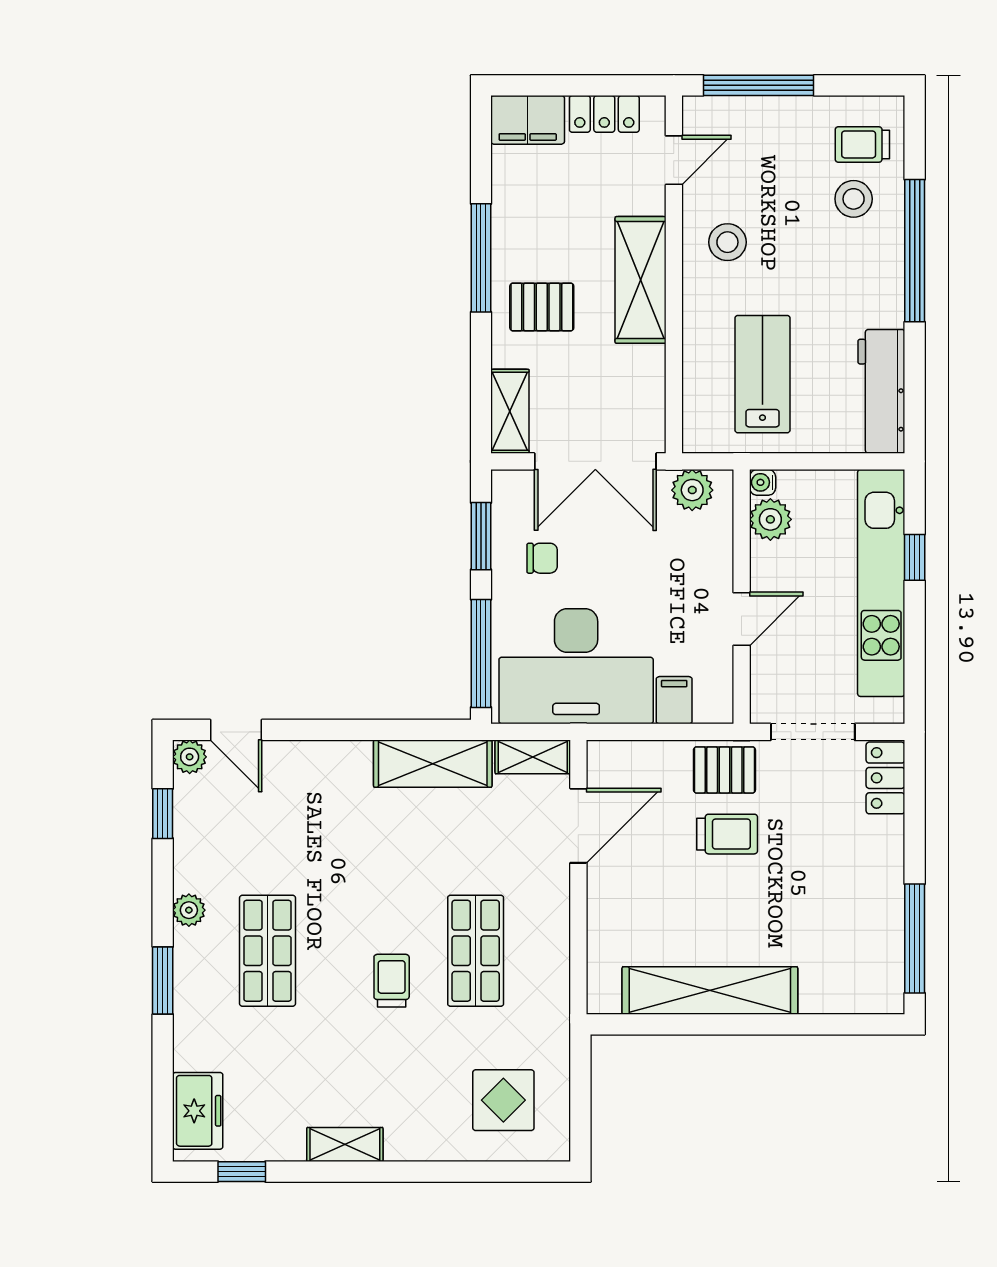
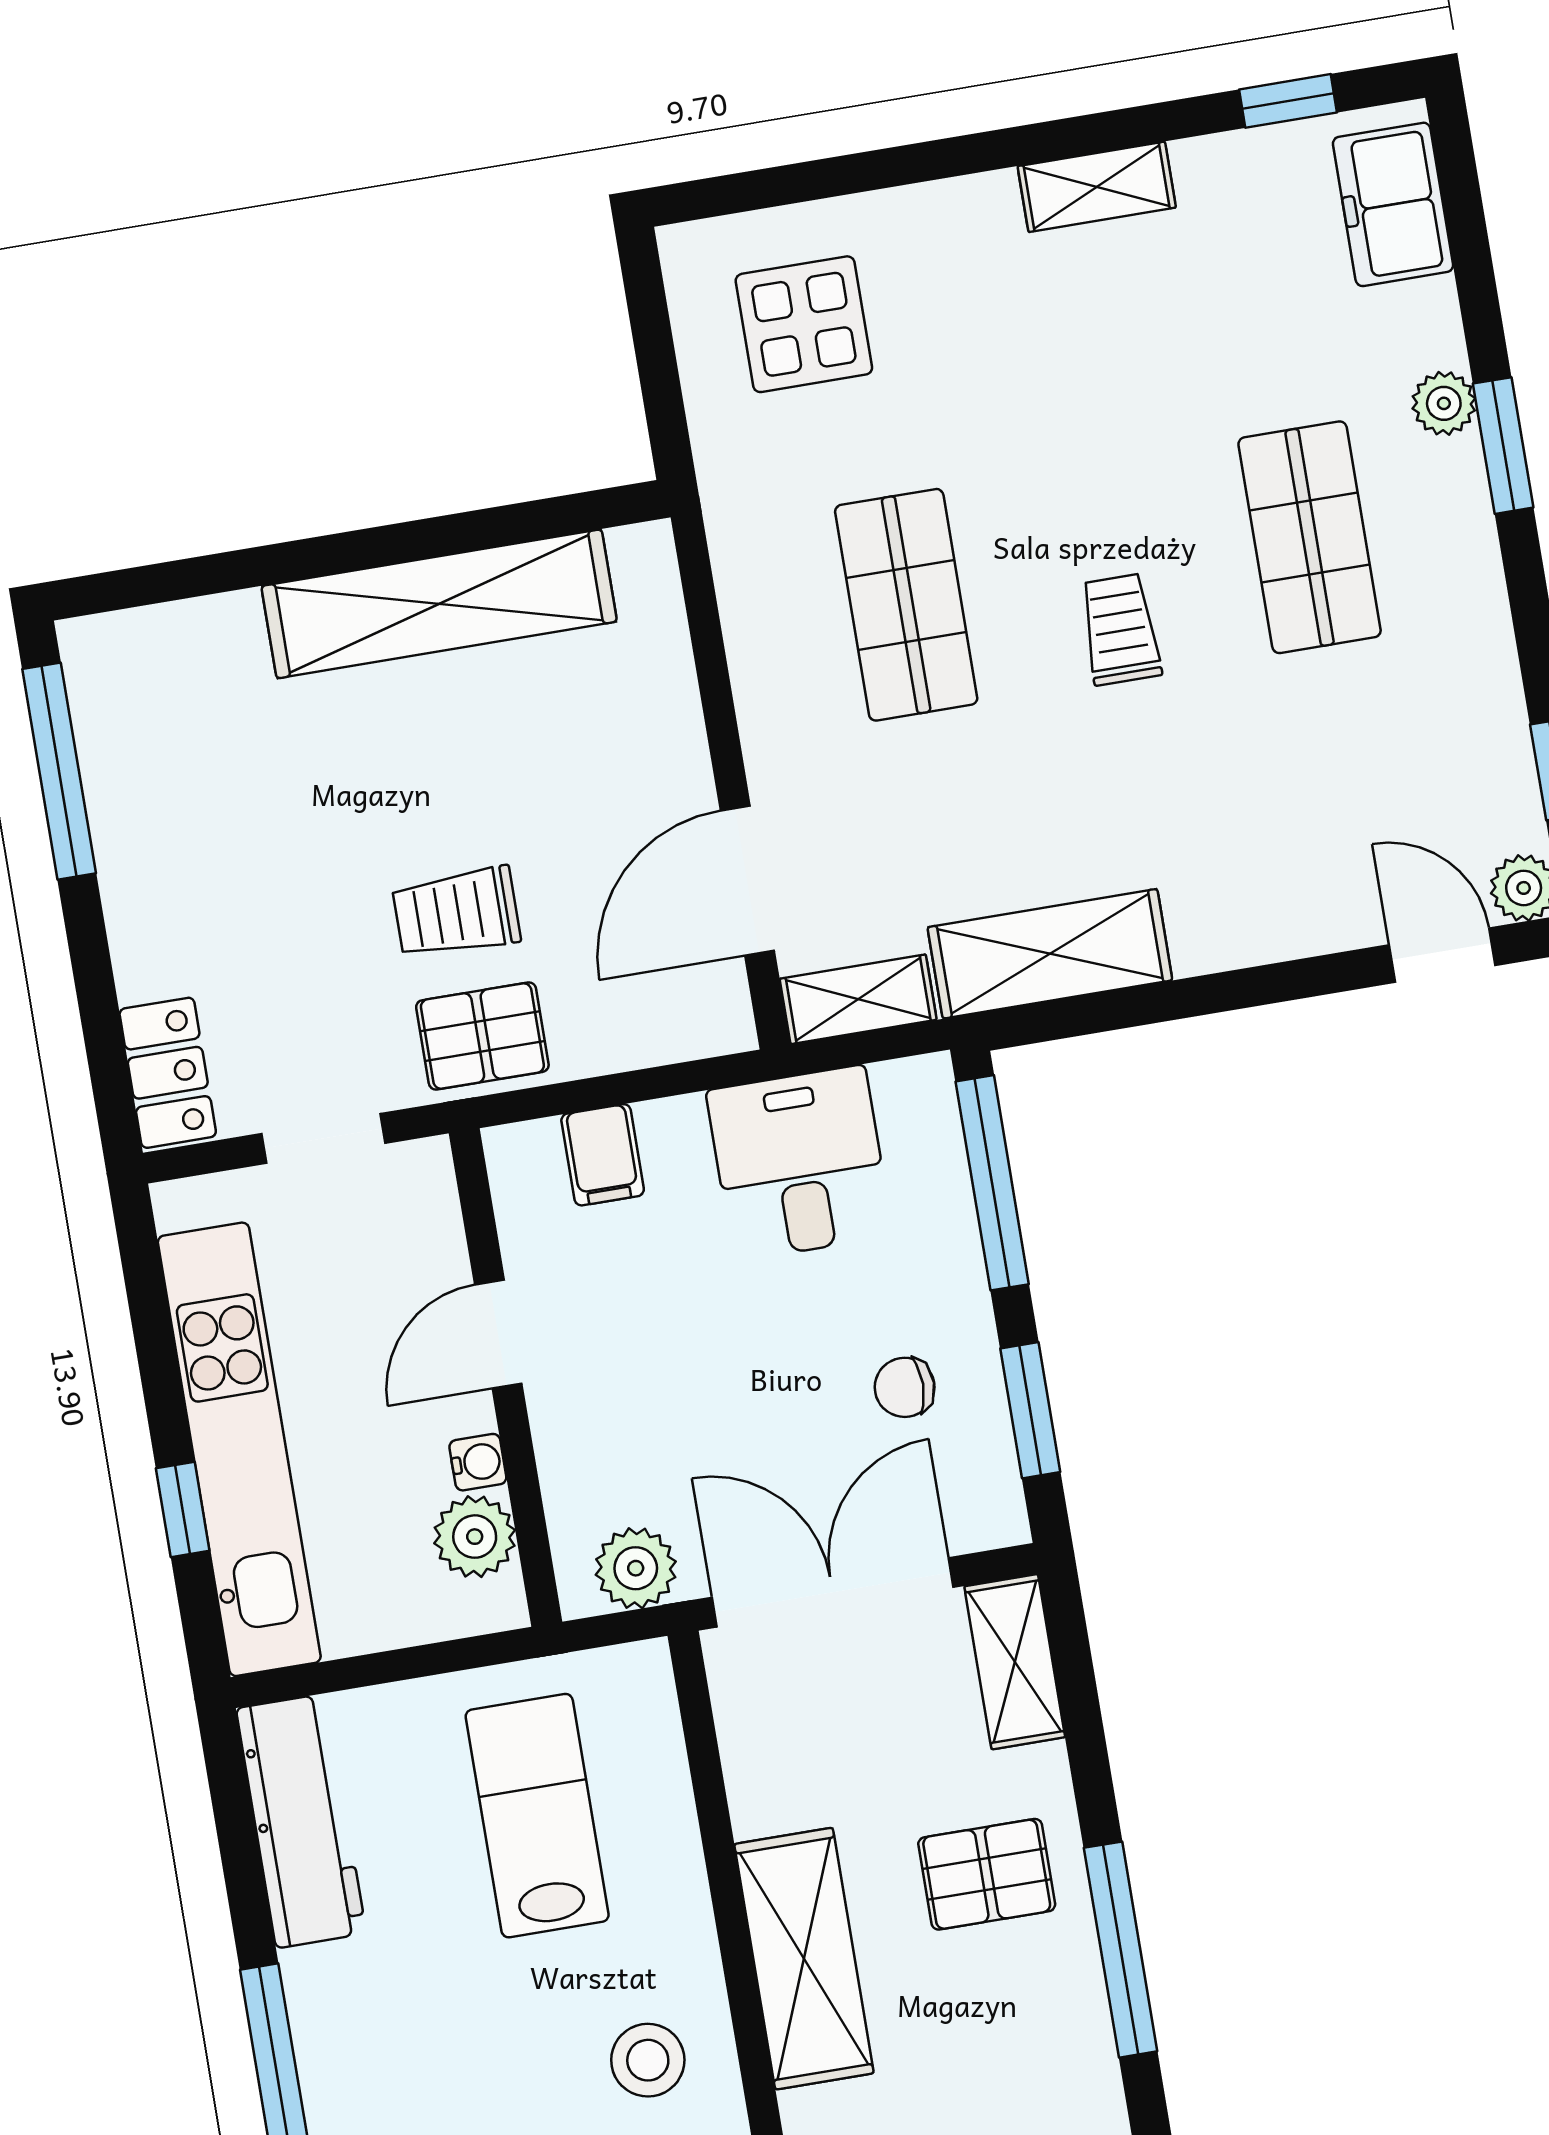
lab bench: (762, 374) -> (537, 1816), turned 180
water cooler: (763, 482) -> (478, 1462), moved
desk: (576, 666) -> (799, 1163), width x0.53, depth x0.77
doorway: (813, 732) -> (323, 1138), width x0.73
plant: (189, 910) -> (1444, 403), moved
trolley: (392, 981) -> (1120, 629), moved, turned 180

